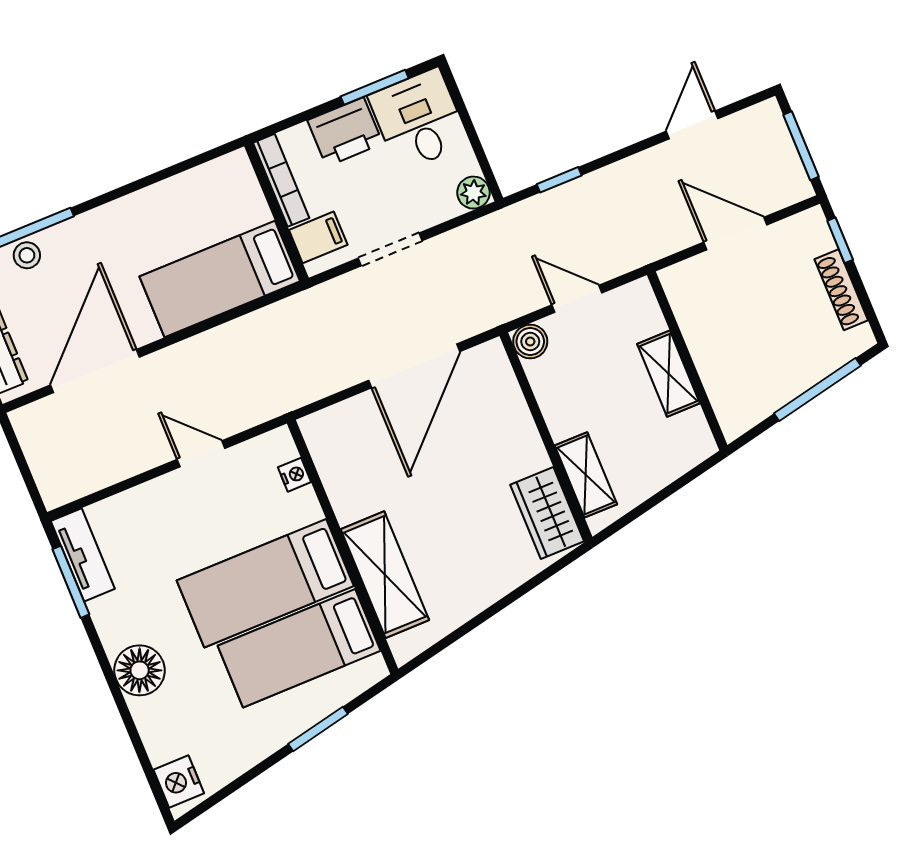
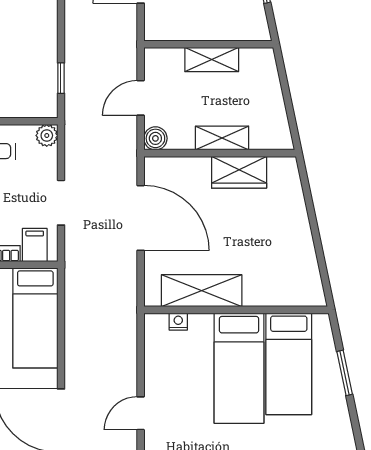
door: (201, 454) -> (141, 413), moved
shelving: (586, 475) -> (222, 138), moved
wardrobe: (547, 513) -> (239, 172), moved
shelving: (385, 575) -> (202, 291), moved

